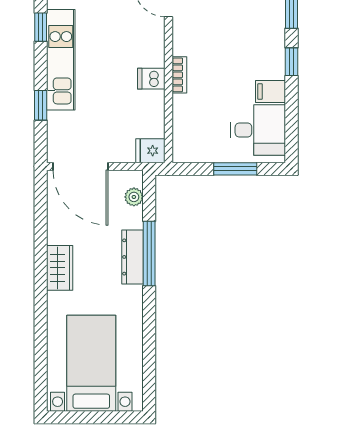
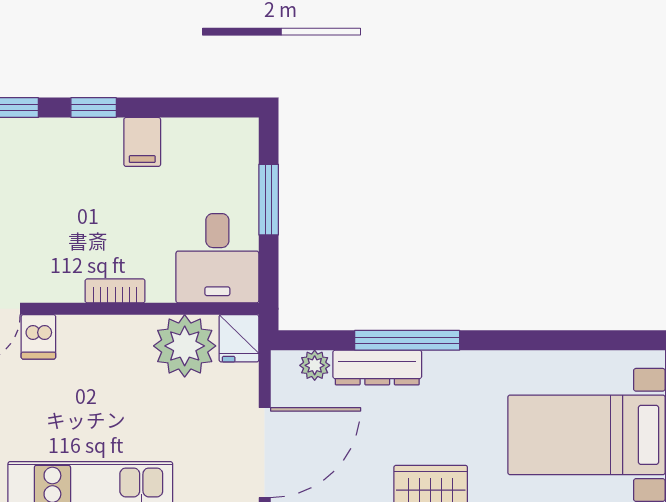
dishwasher: (151, 79) -> (38, 337), moved
plant: (146, 117) -> (185, 346), added
desk: (258, 130) -> (217, 258), moved, turned 180
dresser: (132, 257) -> (377, 368), moved

